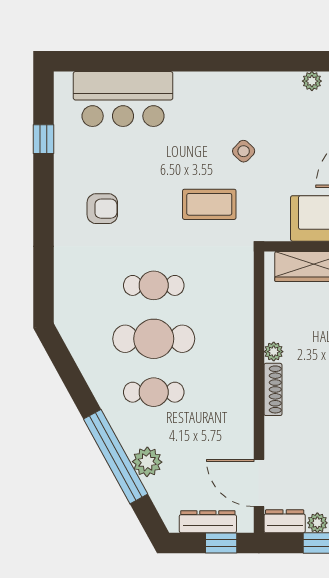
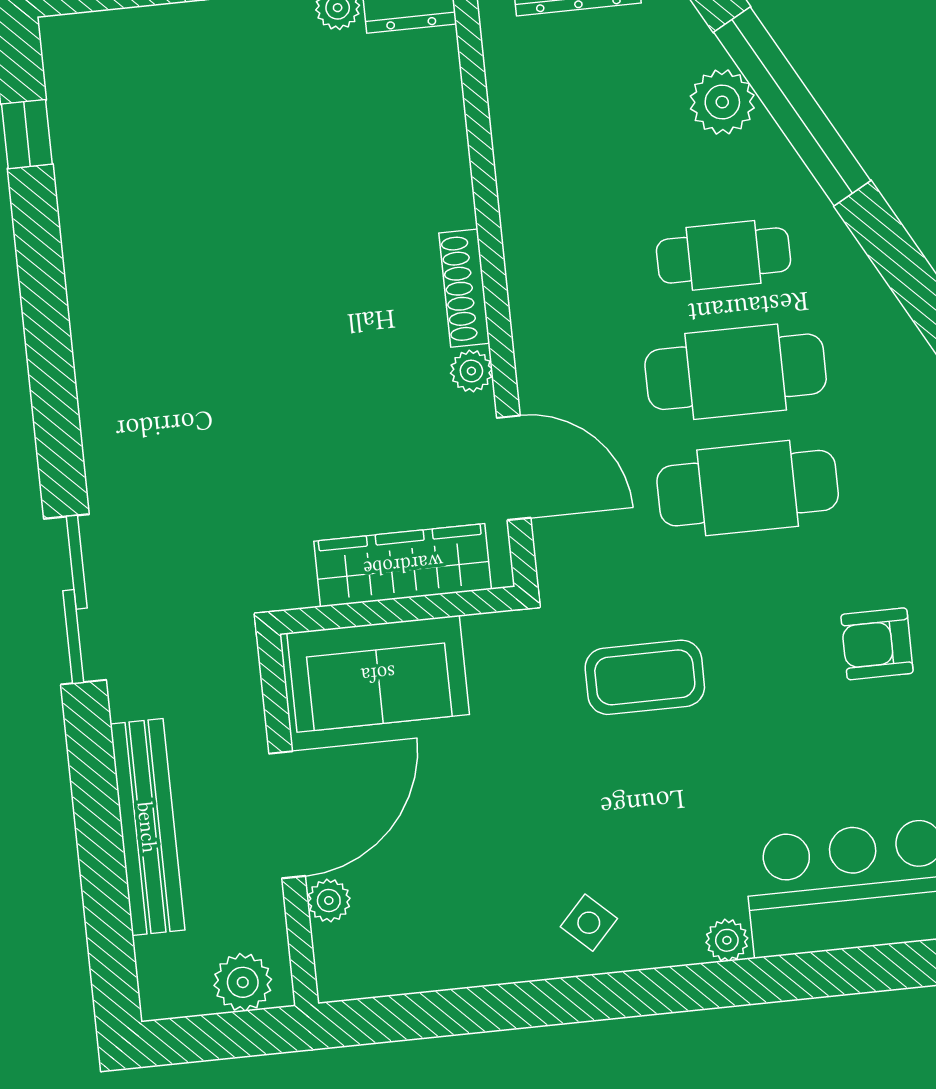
plant: (312, 81) -> (727, 940), moved
side table: (244, 151) -> (589, 923), moved
cafe table: (154, 285) -> (748, 488), width x1.37, depth x1.35
door: (259, 483) -> (514, 468), moved

